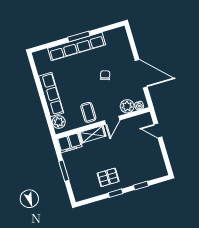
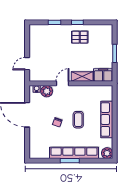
coffee table: (88, 112) -> (78, 120), moved
plant: (59, 122) -> (107, 153), moved
door: (158, 131) -> (27, 64), swing flipped

